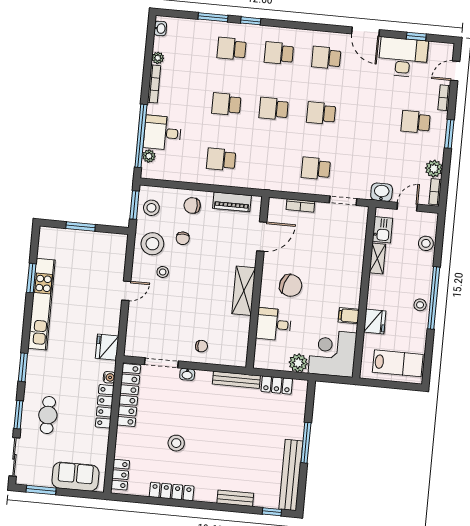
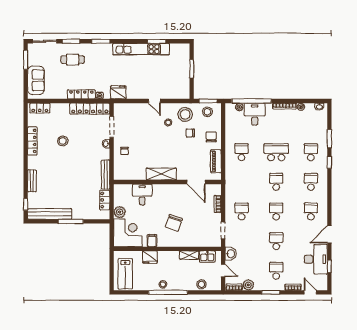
school desk: (226, 104) -> (276, 152), width x1.85
school desk: (368, 118) -> (276, 241), added
chair: (291, 285) -> (174, 223), moved

